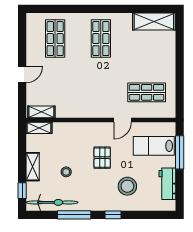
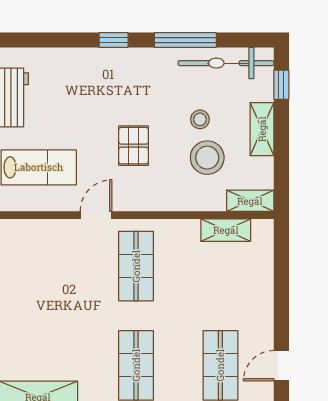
door: (22, 74) -> (281, 366), moved
shop shelf: (147, 92) -> (136, 266), moved, turned 90
shelving: (41, 112) -> (226, 230), moved
stool: (127, 186) -> (207, 158), moved

